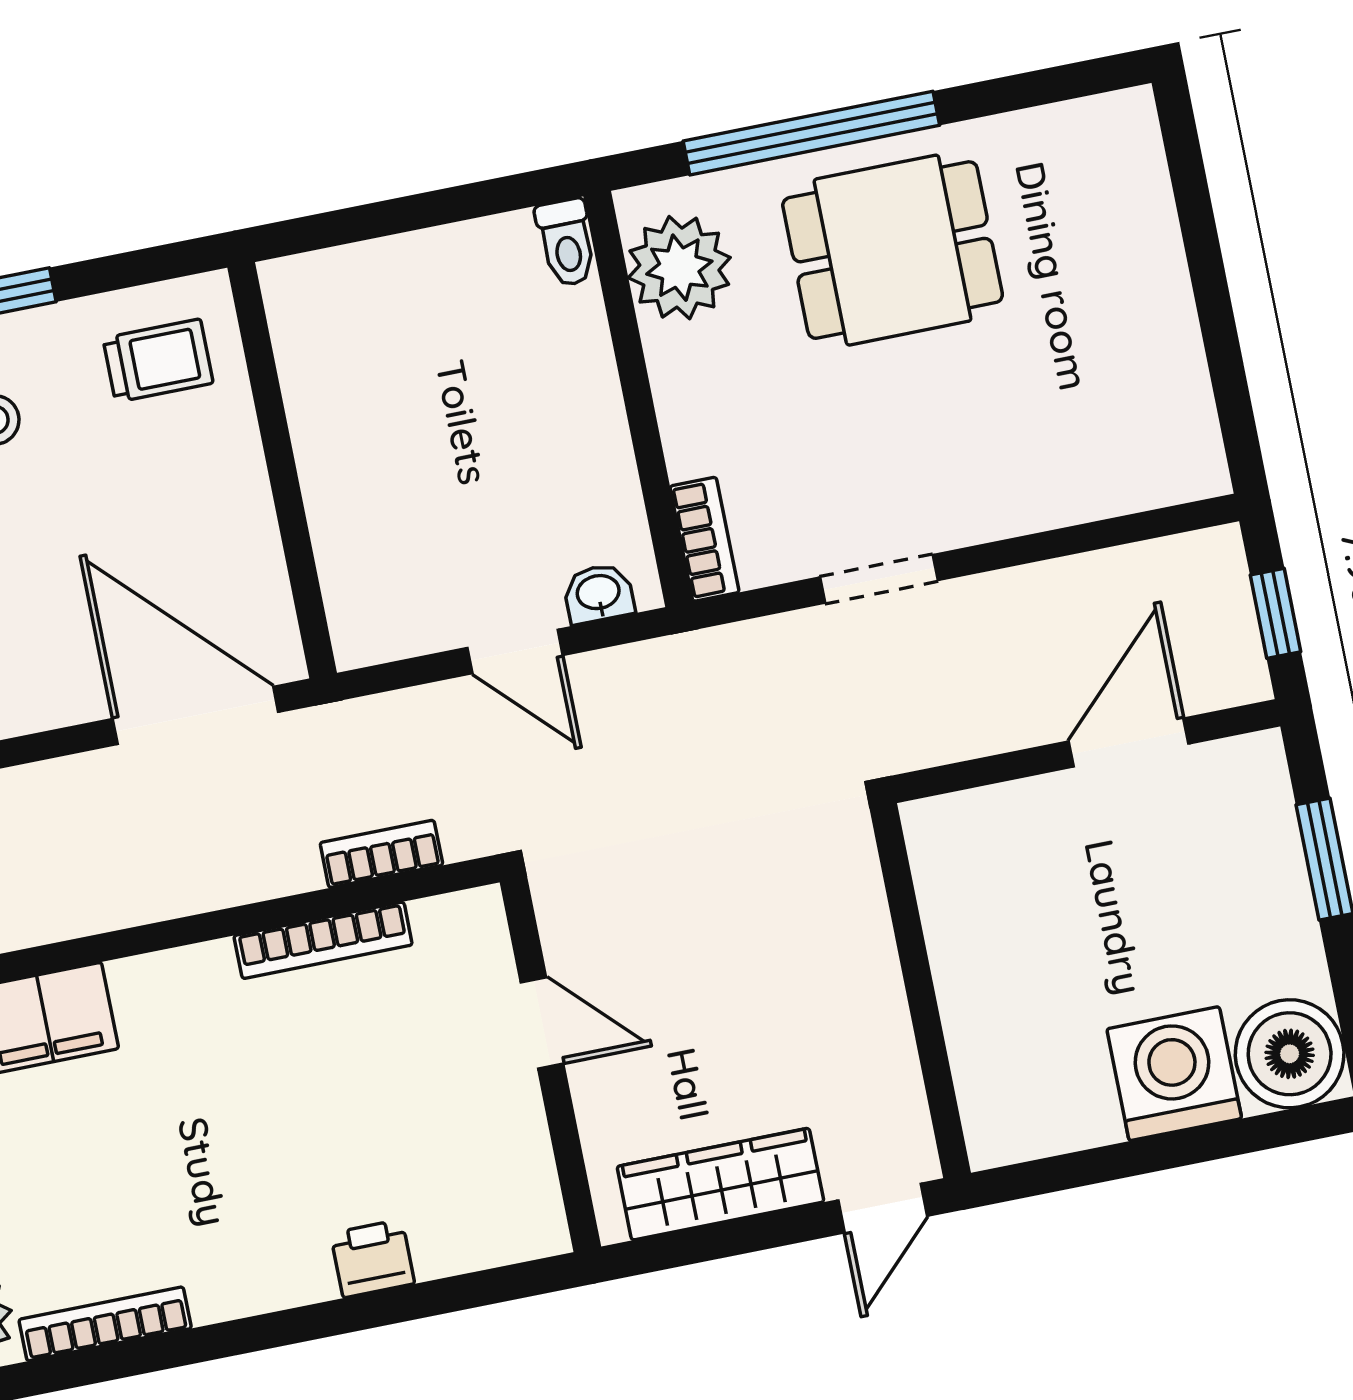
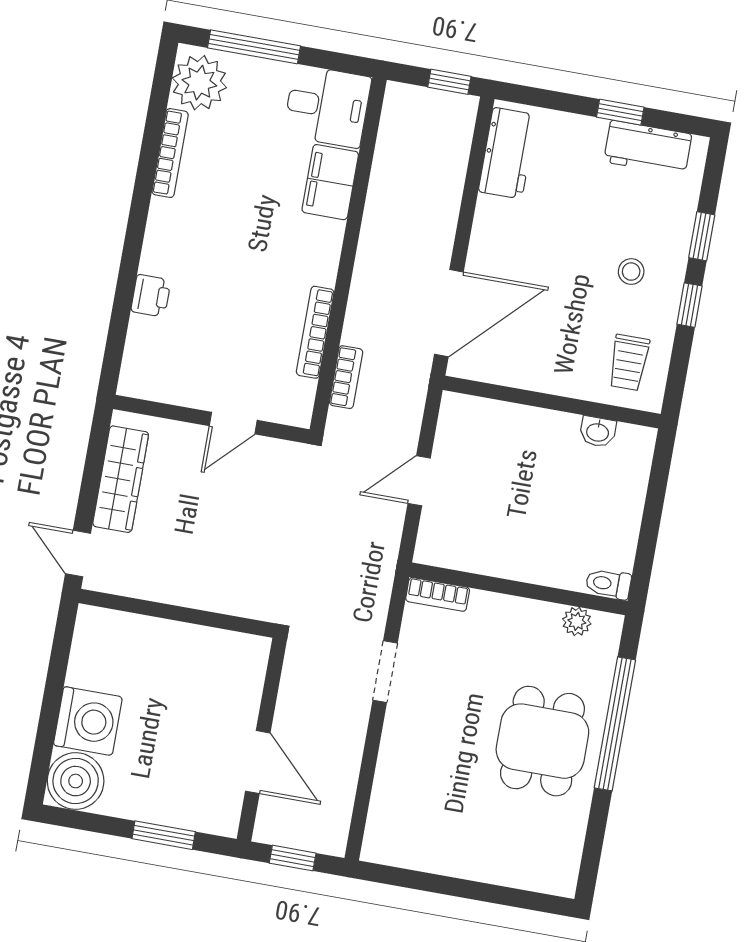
plant: (679, 268) -> (577, 621), width x0.53, depth x0.53
washbasin: (598, 594) -> (598, 432), moved, turned 90

